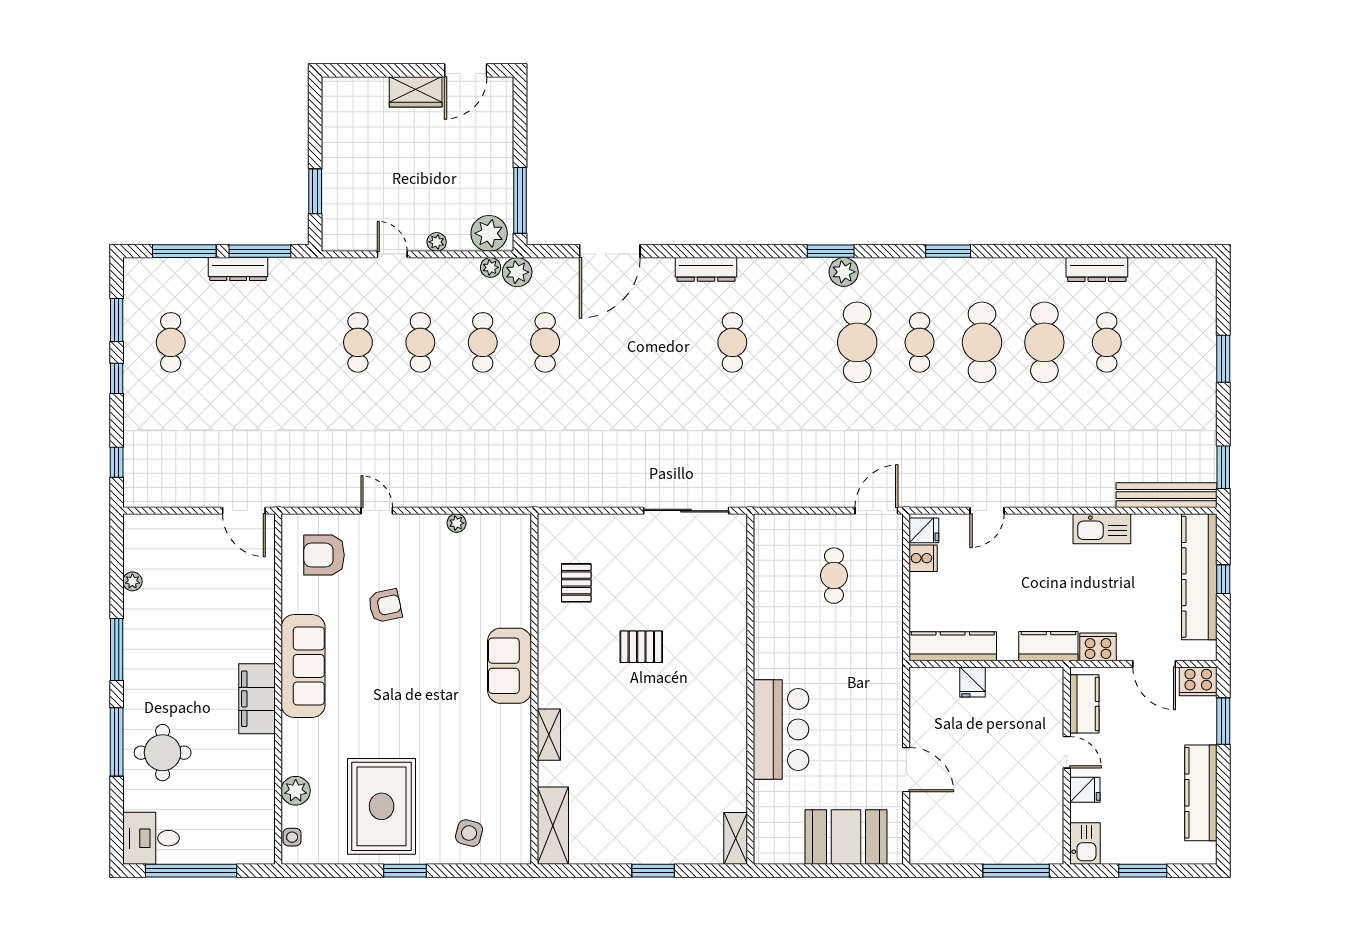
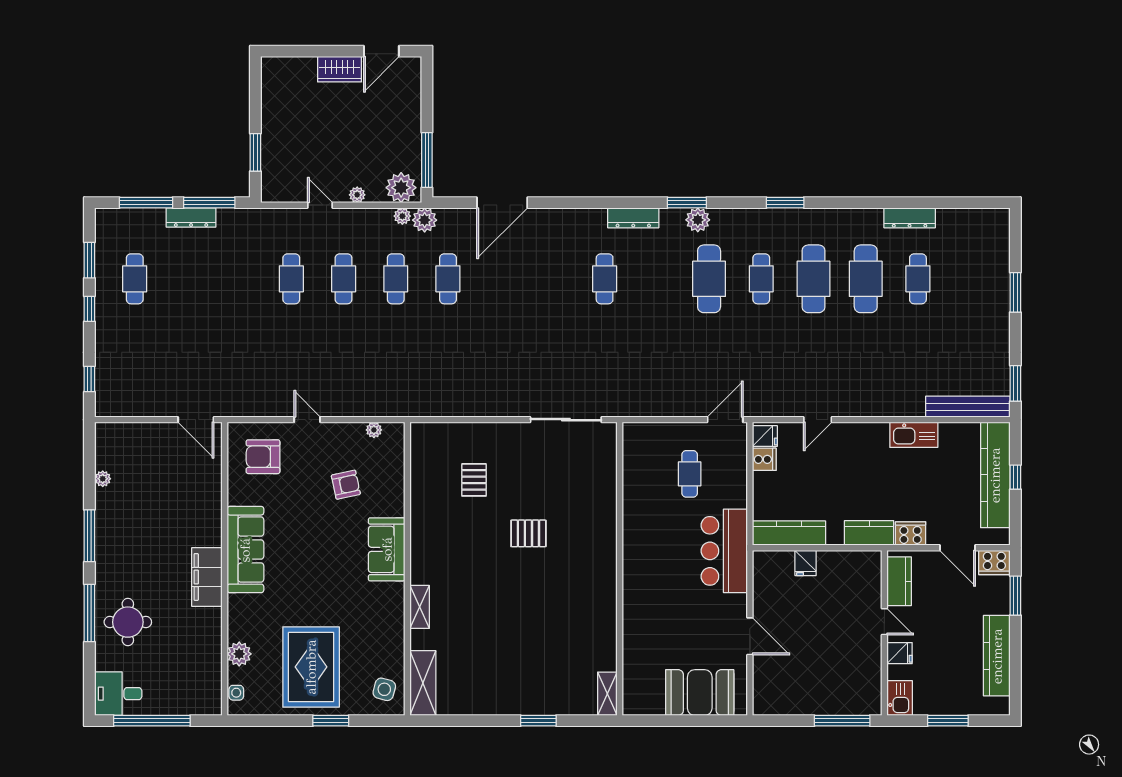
dresser: (706, 269) -> (633, 218), moved
armchair: (385, 606) -> (346, 485), moved
sofa: (509, 666) -> (387, 549), moved
wall: (534, 689) -> (407, 569), moved
bar counter: (781, 729) -> (724, 551), moved, turned 180
shelving: (549, 735) -> (420, 607), moved
shelving: (553, 826) -> (423, 683), moved

